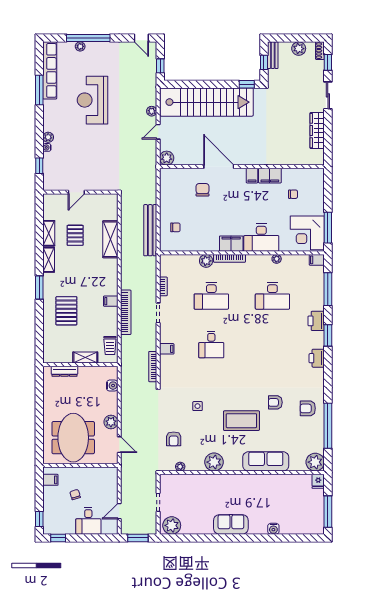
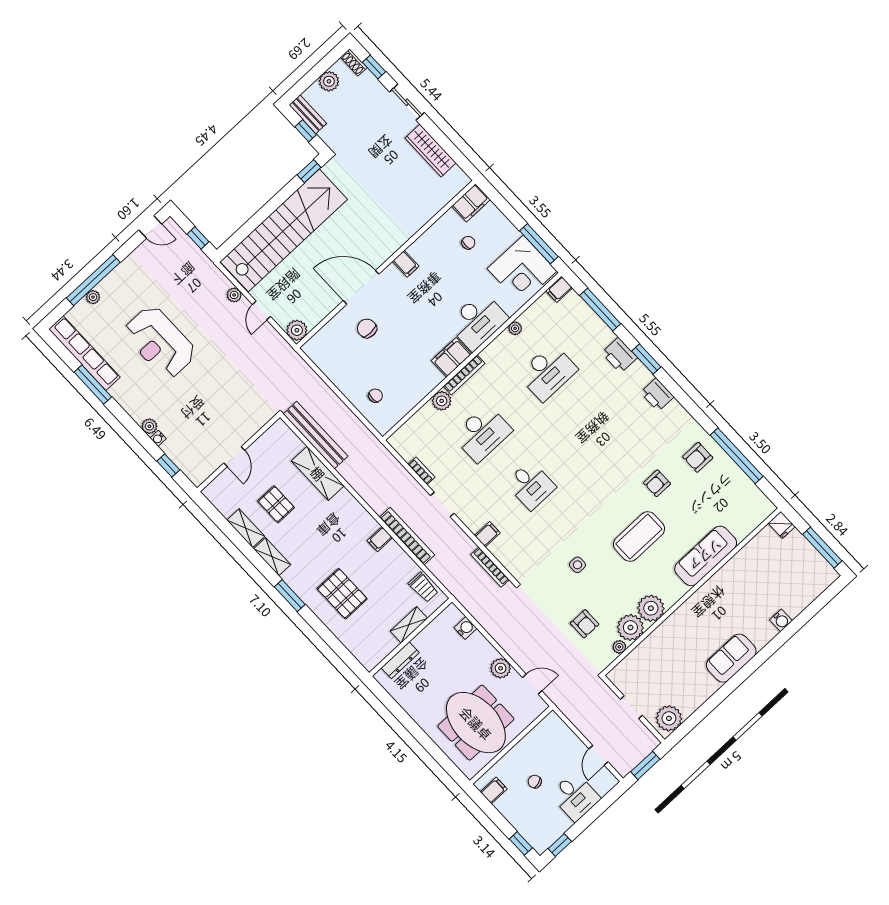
filing cabinet: (270, 176) -> (471, 203), moved
bench: (150, 230) -> (316, 435), moved
plant: (315, 462) -> (630, 627), moved

